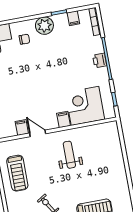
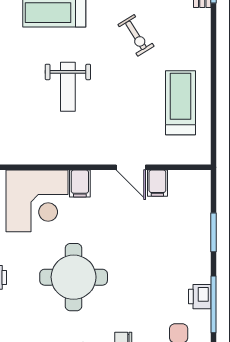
round table: (58, 68) -> (74, 277), added
weight bench: (69, 155) -> (68, 87), moved

